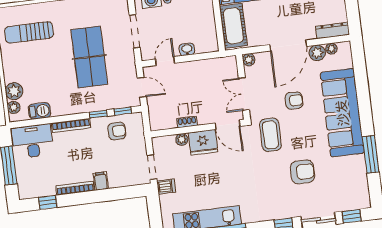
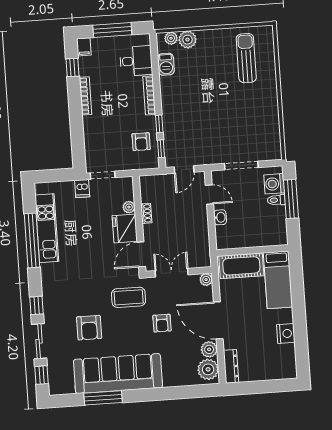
plant: (331, 49) -> (208, 369), width x1.87, depth x1.87
table tennis table: (89, 57) -> (218, 118), removed
sofa: (342, 113) -> (118, 374), moved
desk: (32, 141) -> (136, 61), width x0.73
filing cabinet: (101, 181) -> (84, 47), moved, turned 90

